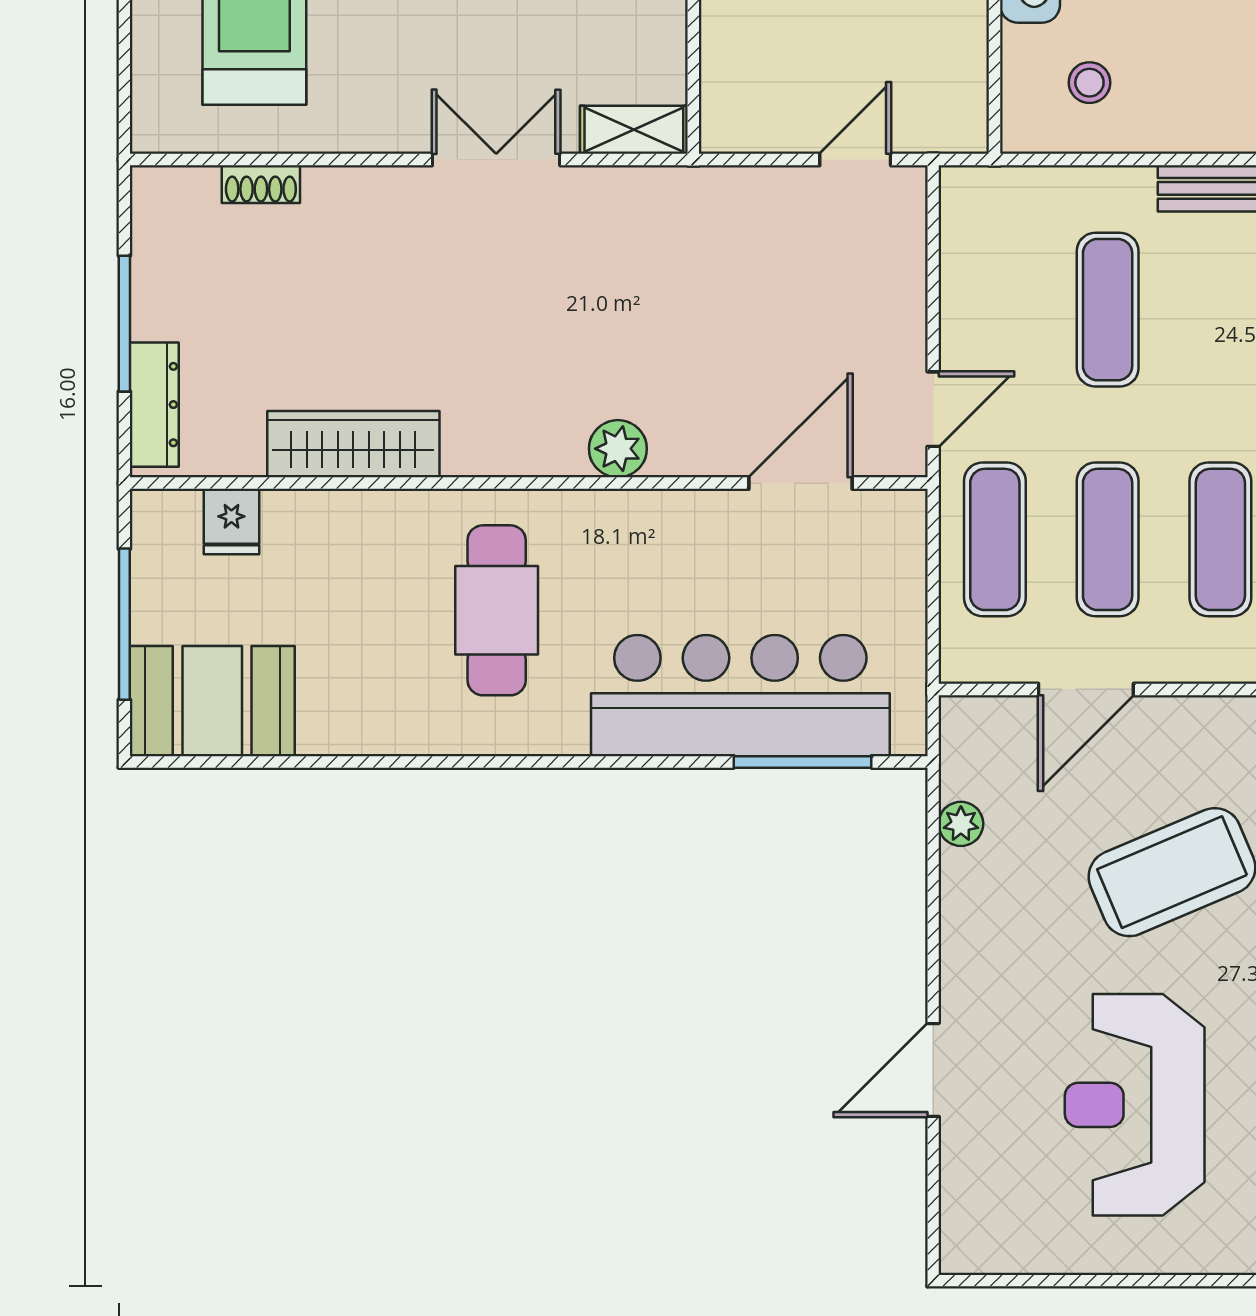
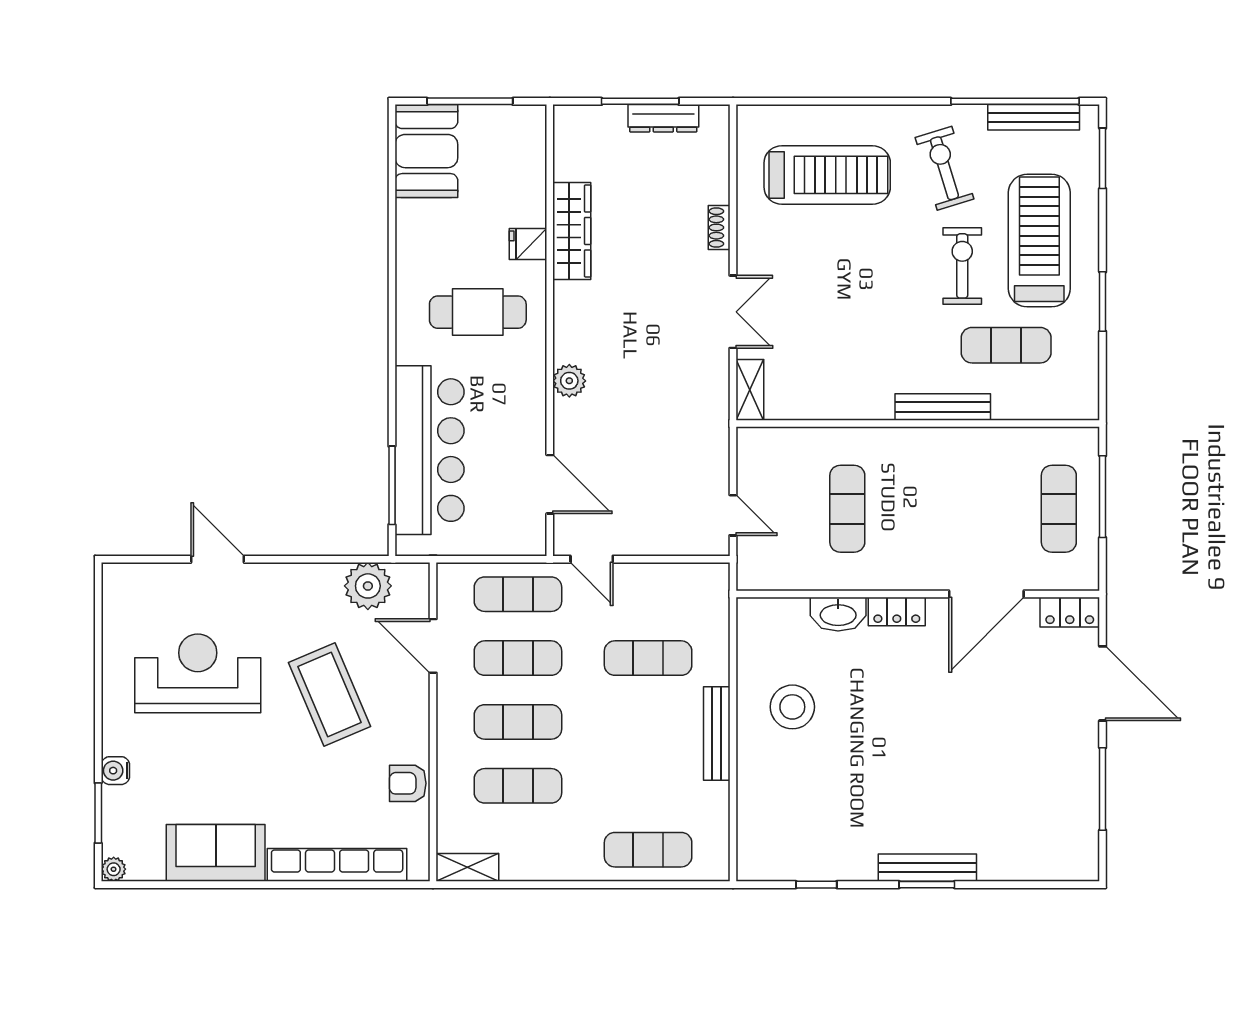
stool: (1089, 83) -> (792, 707), moved, width x1.89, depth x1.89
shoe rack: (261, 184) -> (719, 227), moved
dresser: (154, 405) -> (663, 118), moved
fridge: (231, 522) -> (528, 244), moved
plant: (961, 824) -> (368, 586), width x1.87, depth x1.87

